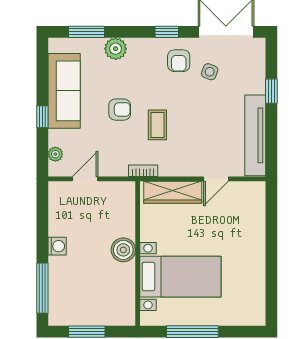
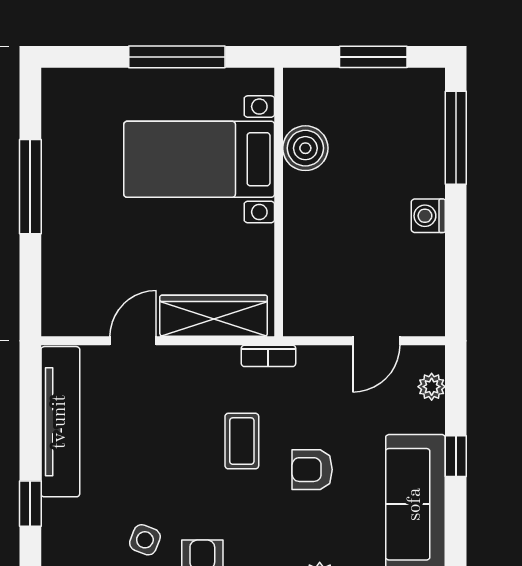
boiler: (123, 250) -> (305, 148), moved
window: (271, 262) -> (30, 187), added

